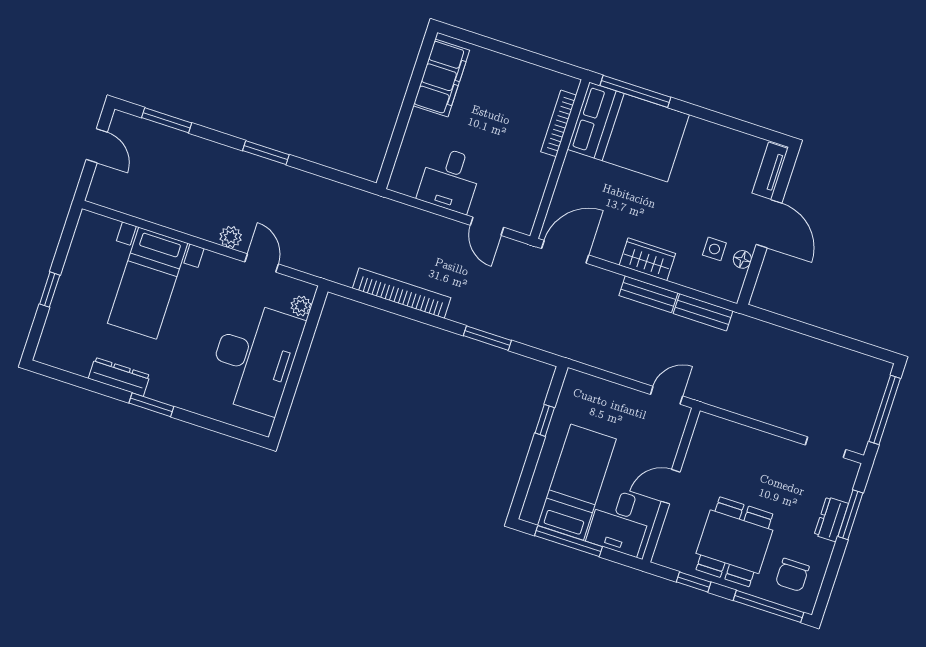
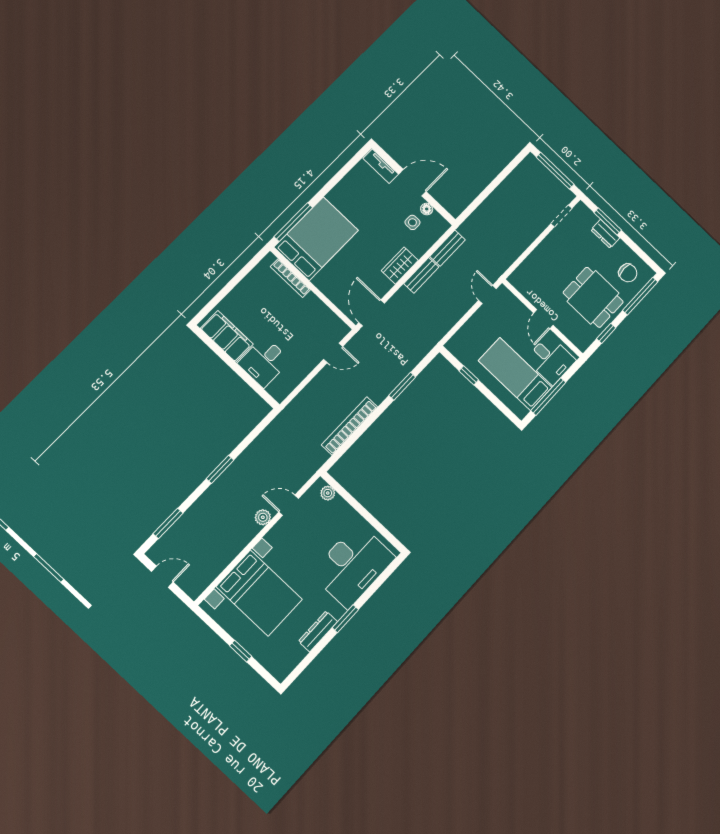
desk: (450, 180) -> (264, 362), moved, turned 90
bed with nightstands: (148, 283) -> (259, 593), width x1.36
desk: (255, 358) -> (353, 565), moved, turned 90

